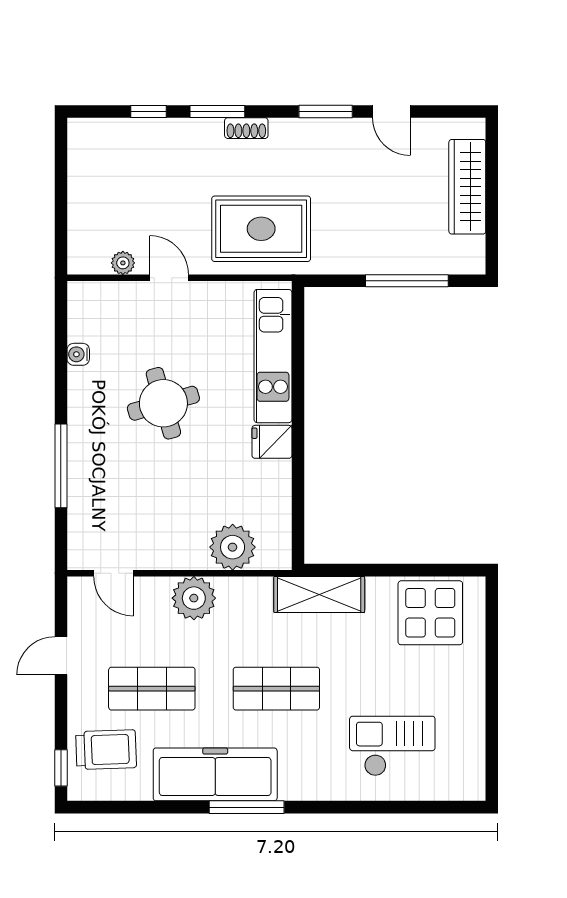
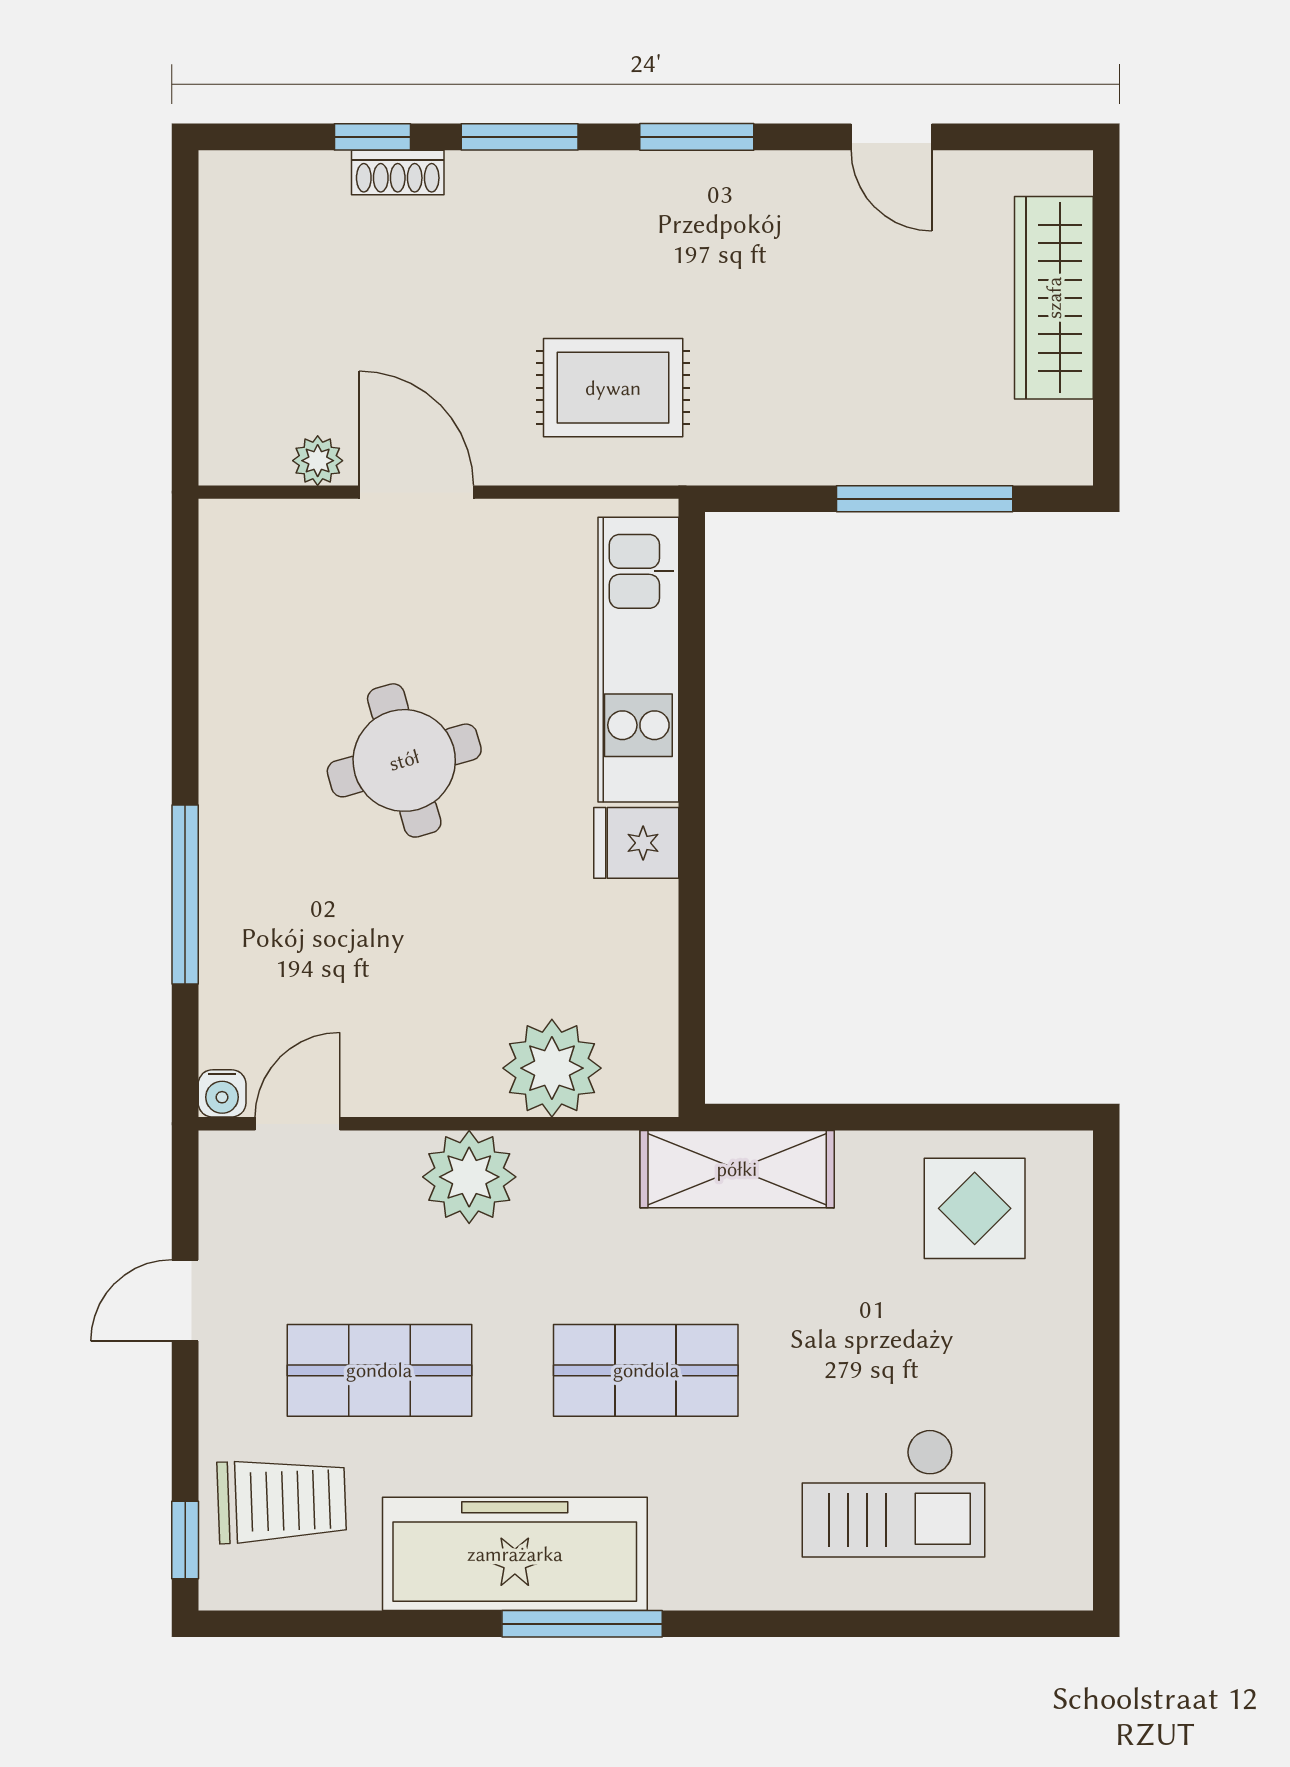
window: (326, 111) -> (697, 137), moved
shoe rack: (246, 128) -> (398, 172), moved
rug: (261, 229) -> (613, 388), width x0.73, depth x0.70
door: (169, 278) -> (416, 492), width x1.38
water cooler: (78, 354) -> (222, 1093), moved, turned -90
door: (113, 573) -> (298, 1124), swing flipped
display table: (430, 613) -> (975, 1208), width x0.73, depth x0.73
checkout: (392, 746) -> (894, 1493), turned 180

